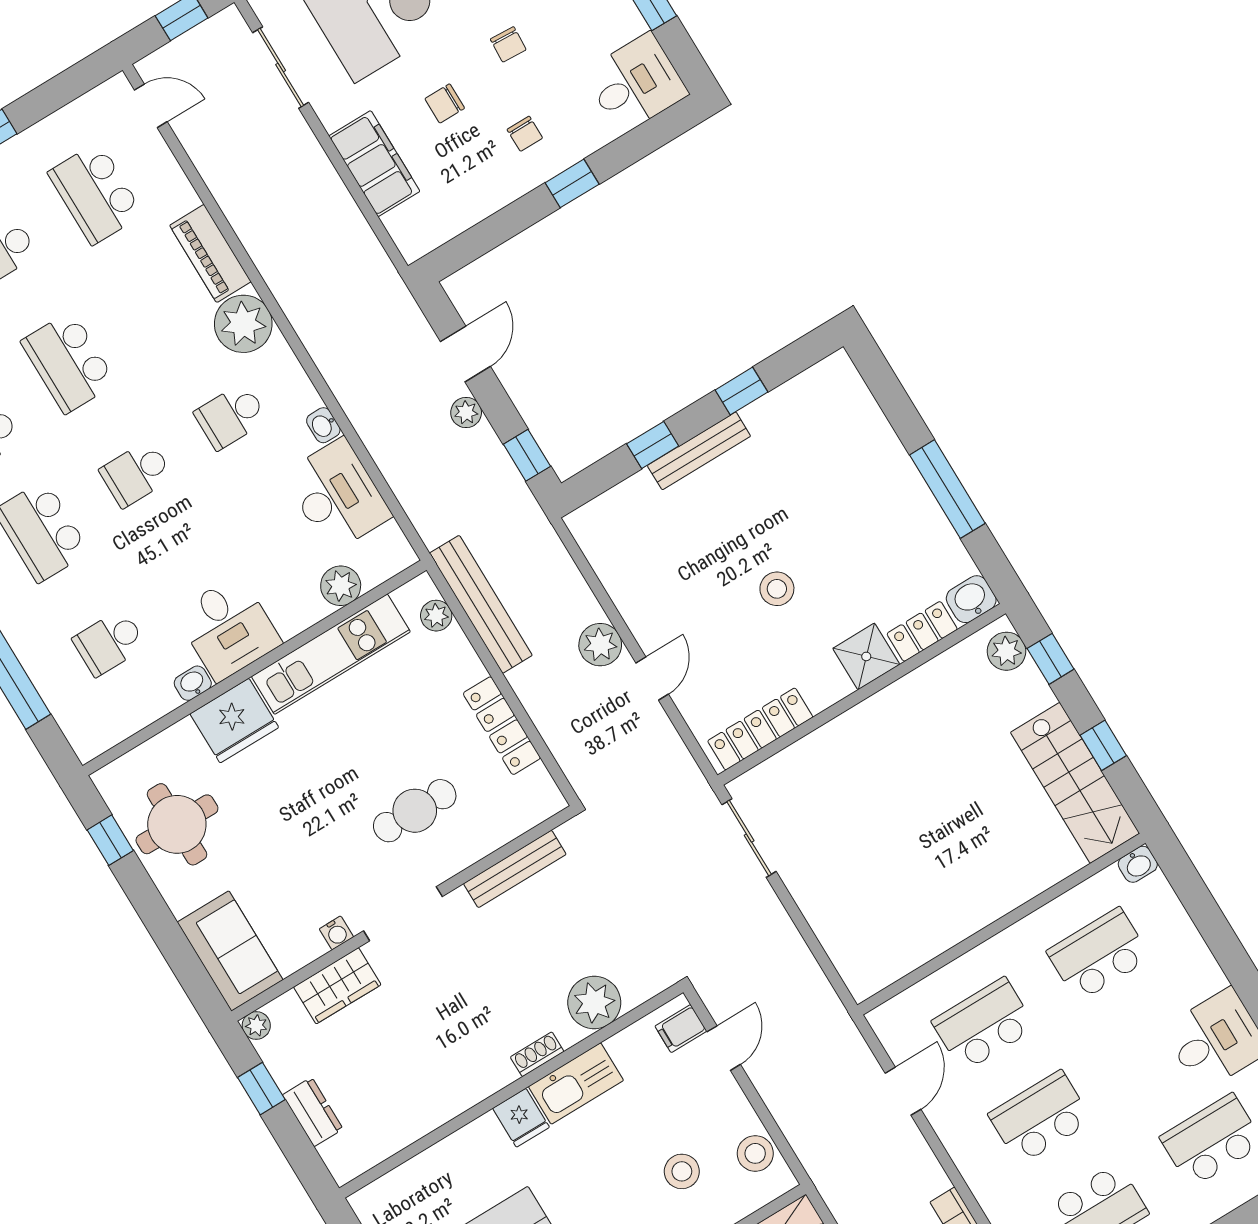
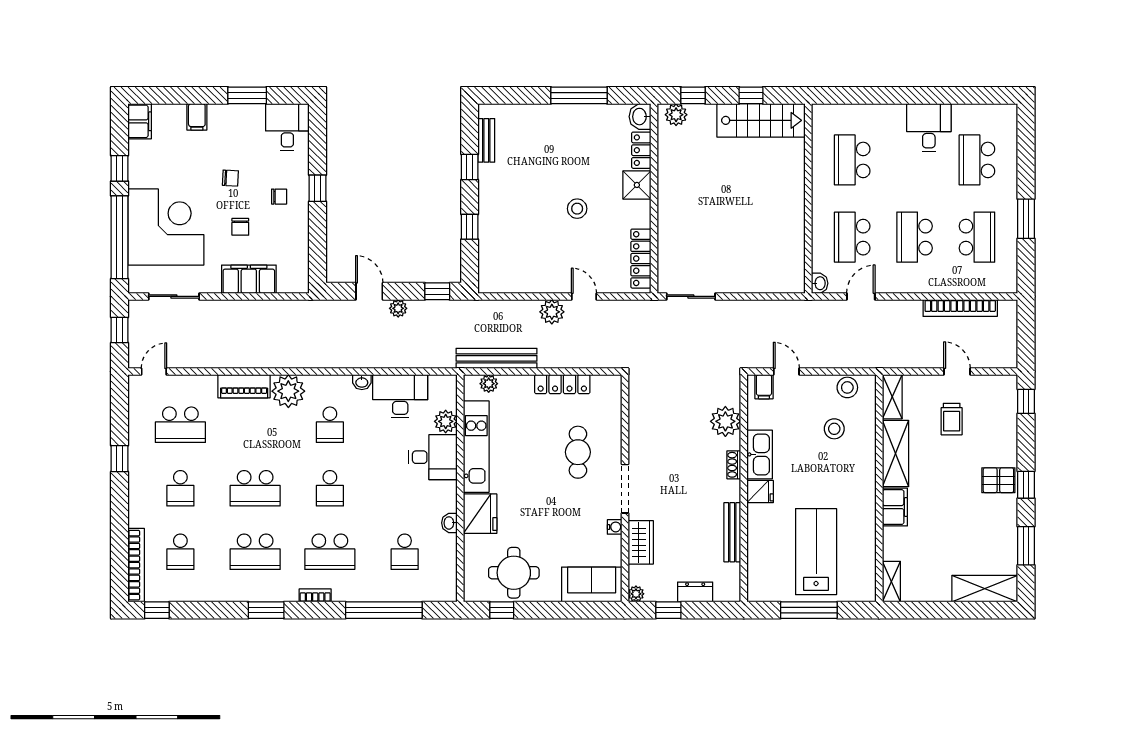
bench: (699, 451) -> (486, 140), moved, width x0.73
desk: (228, 628) -> (433, 457), moved
washbasin: (1138, 864) -> (820, 283), moved
bench: (515, 869) -> (732, 532), moved
door: (903, 1091) -> (861, 296), hinge flipped

